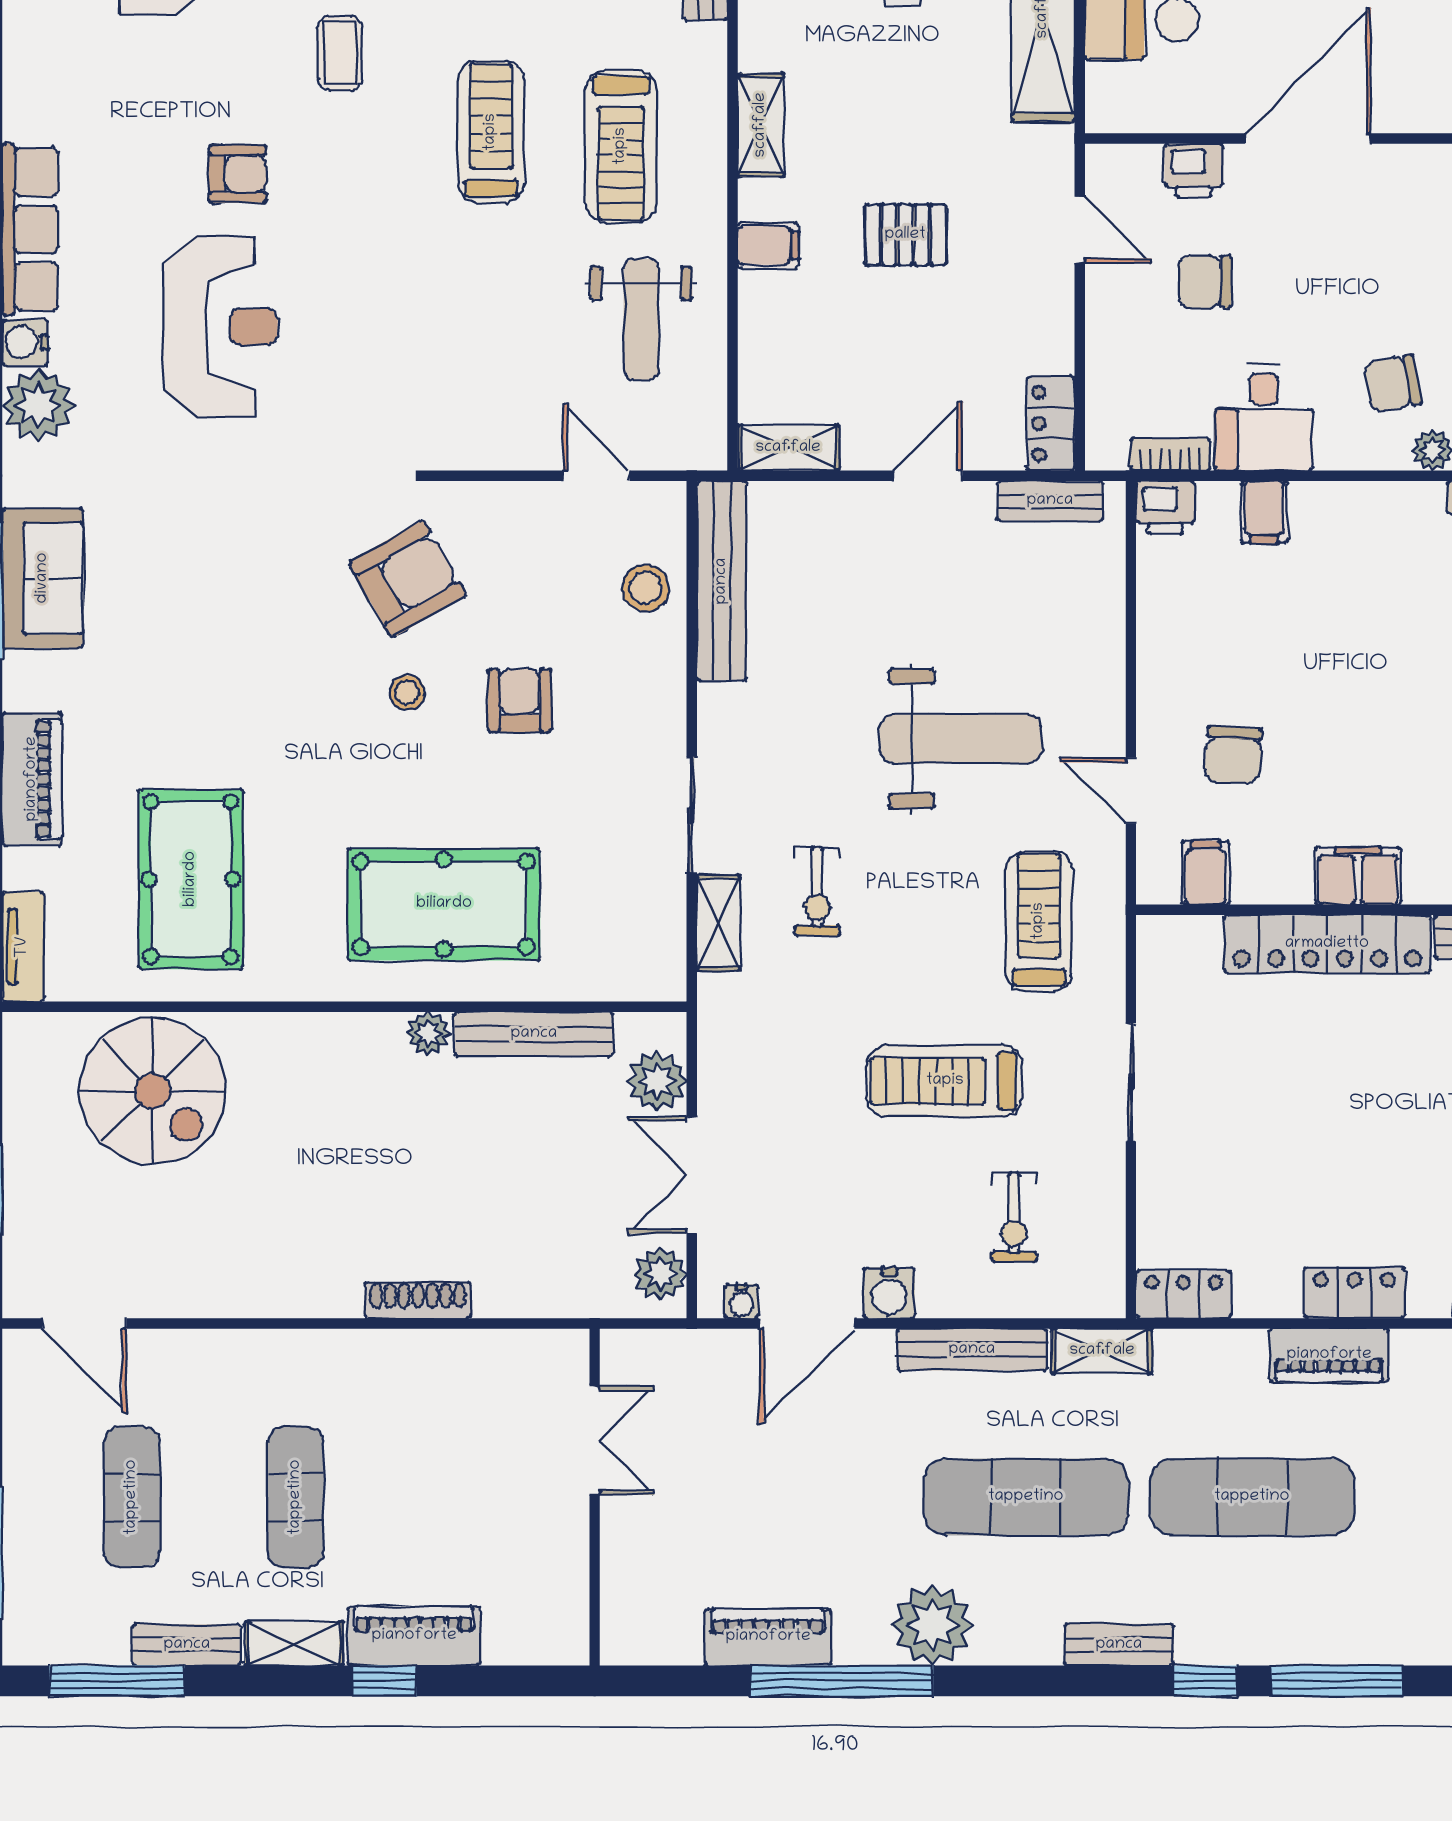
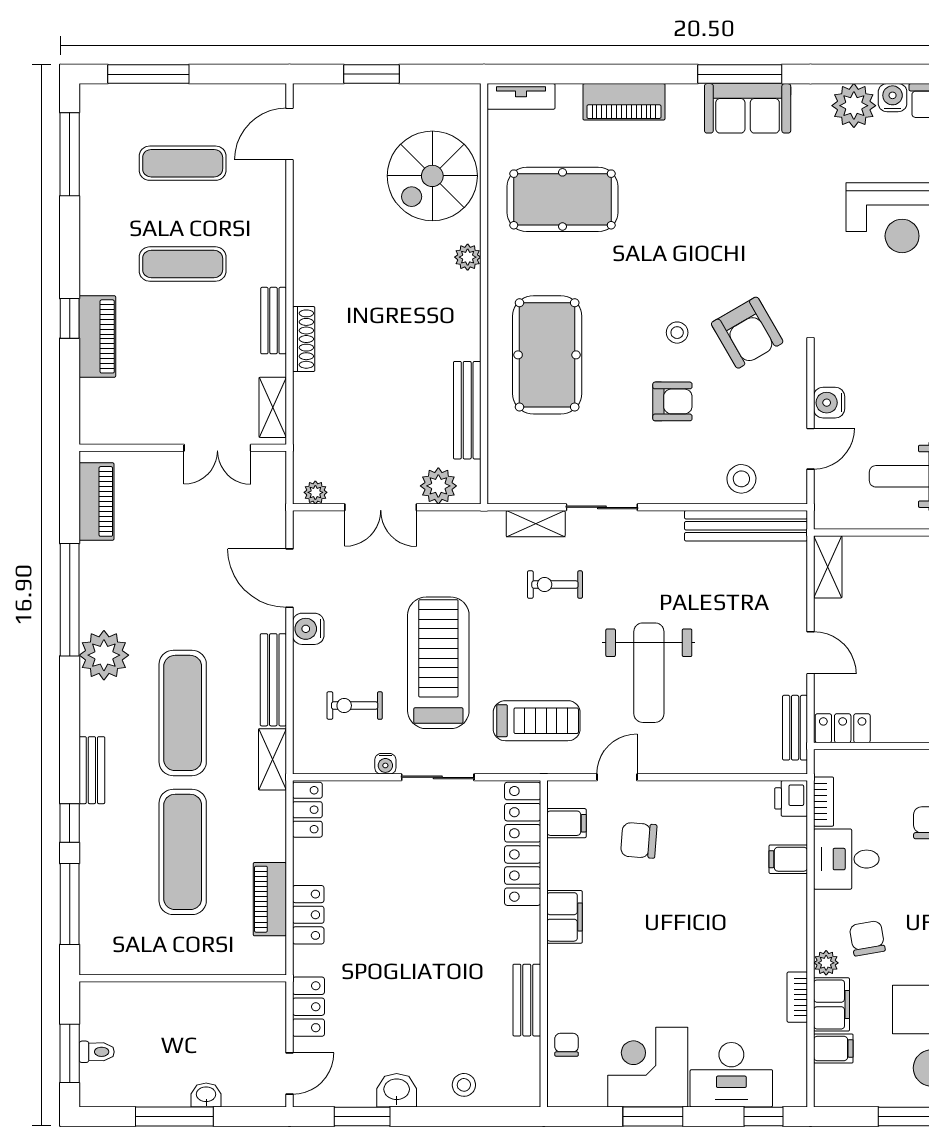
water cooler: (521, 446) -> (829, 403), added
locker: (1327, 944) -> (523, 844), moved
plant: (428, 1034) -> (468, 257), moved
treadmill: (945, 1081) -> (438, 663), width x1.37, depth x1.38
double door: (692, 1175) -> (381, 507), swing flipped
plant: (660, 1274) -> (315, 492), width x0.73, depth x0.73
water cooler: (741, 1301) -> (385, 764), moved, turned -90
piano: (768, 1637) -> (96, 501), moved
shelving: (294, 1643) -> (273, 407), moved
bench: (187, 1645) -> (274, 321), moved

